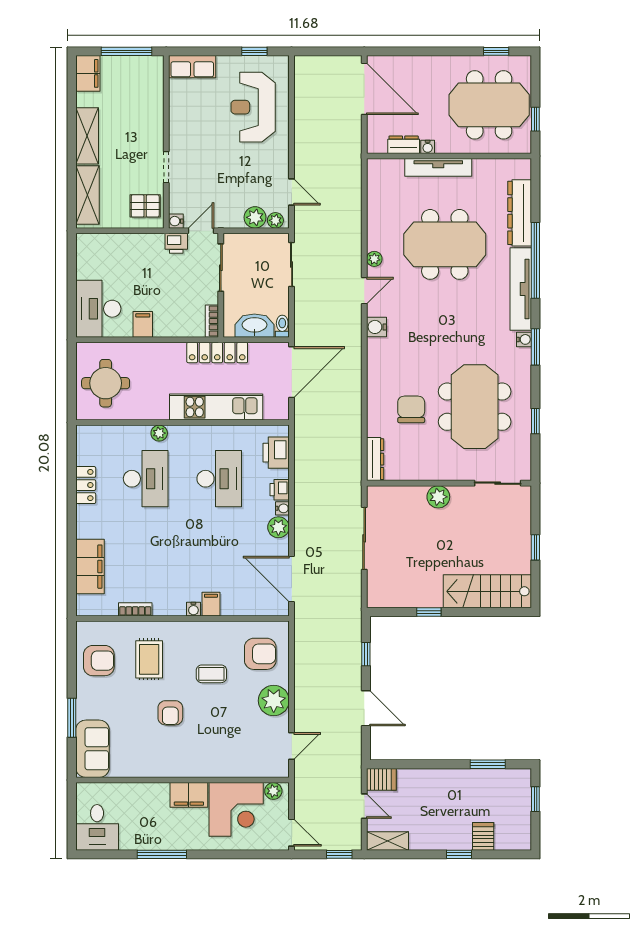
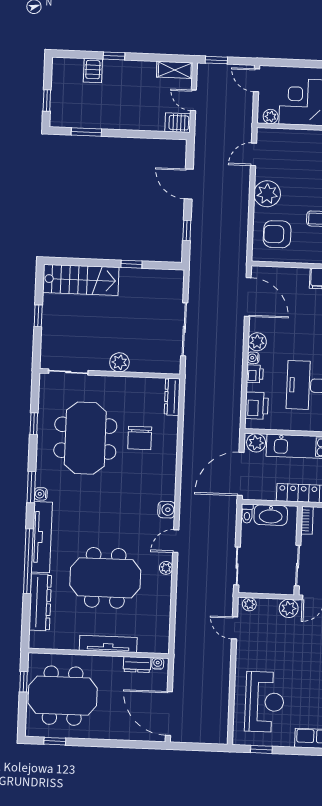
water cooler: (428, 147) -> (158, 664), moved
plant: (255, 217) -> (289, 608), moved
plant: (275, 409) -> (256, 443), added

